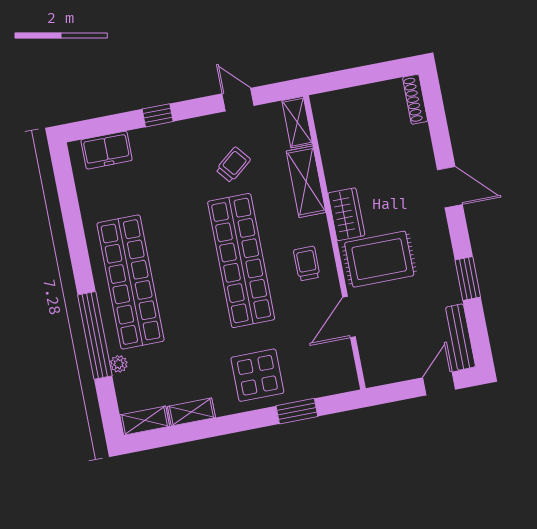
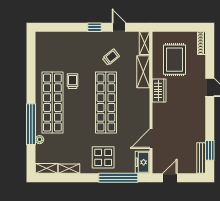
window: (158, 115) -> (95, 27), moved
freezer: (107, 150) -> (142, 162), moved, turned 90
rug: (379, 259) -> (174, 60), moved, turned 90
trolley: (307, 264) -> (73, 81), moved
window: (468, 279) -> (210, 150), moved
door: (439, 383) -> (170, 178), moved
window: (297, 411) -> (118, 178), width x2.11

